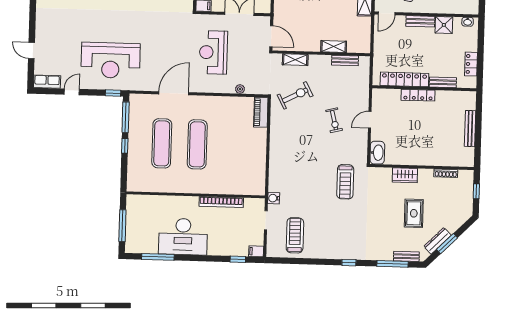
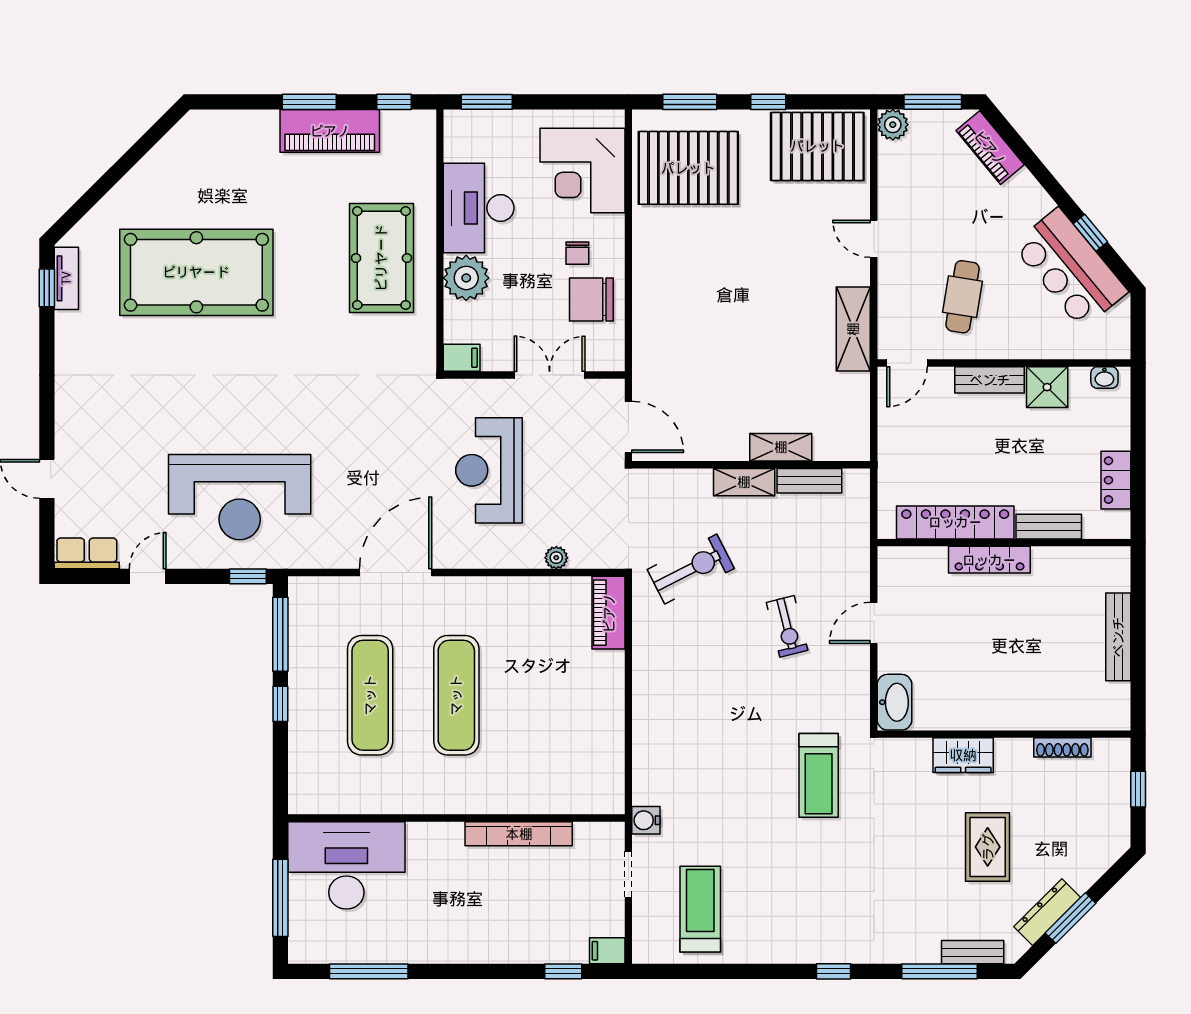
shelving: (295, 60) -> (744, 482), moved
desk: (183, 237) -> (346, 865), moved, turned 180

